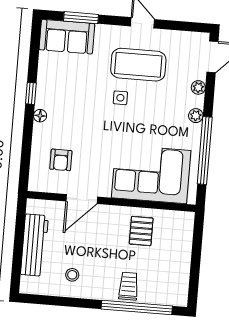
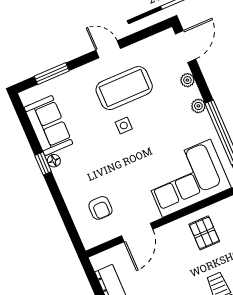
sofa: (67, 37) -> (48, 126), moved, turned -90
floor lamp: (40, 116) -> (54, 161), moved

